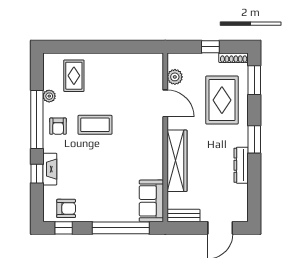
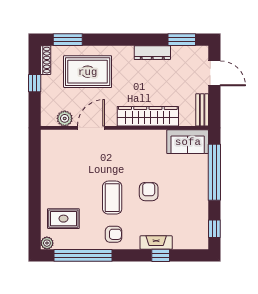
plant: (49, 96) -> (47, 243), moved
window: (37, 119) -> (83, 255), moved
window: (254, 139) -> (182, 40), moved
armchair: (66, 208) -> (149, 192), moved

